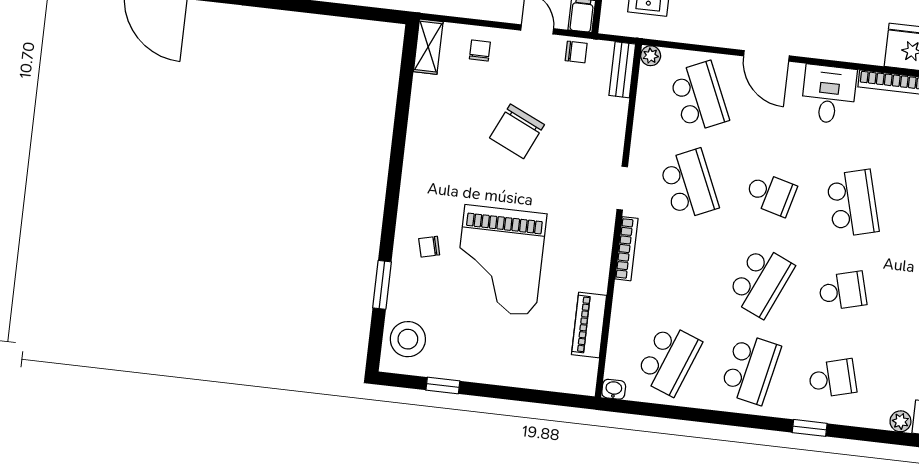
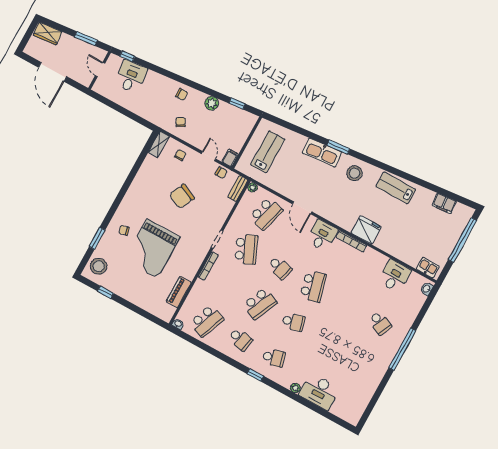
school desk: (699, 97) -> (266, 214), turned 39
school desk: (750, 369) -> (240, 339), width x0.54

